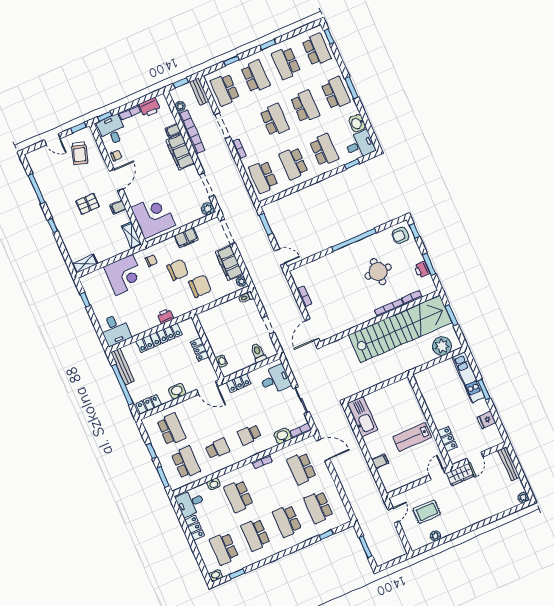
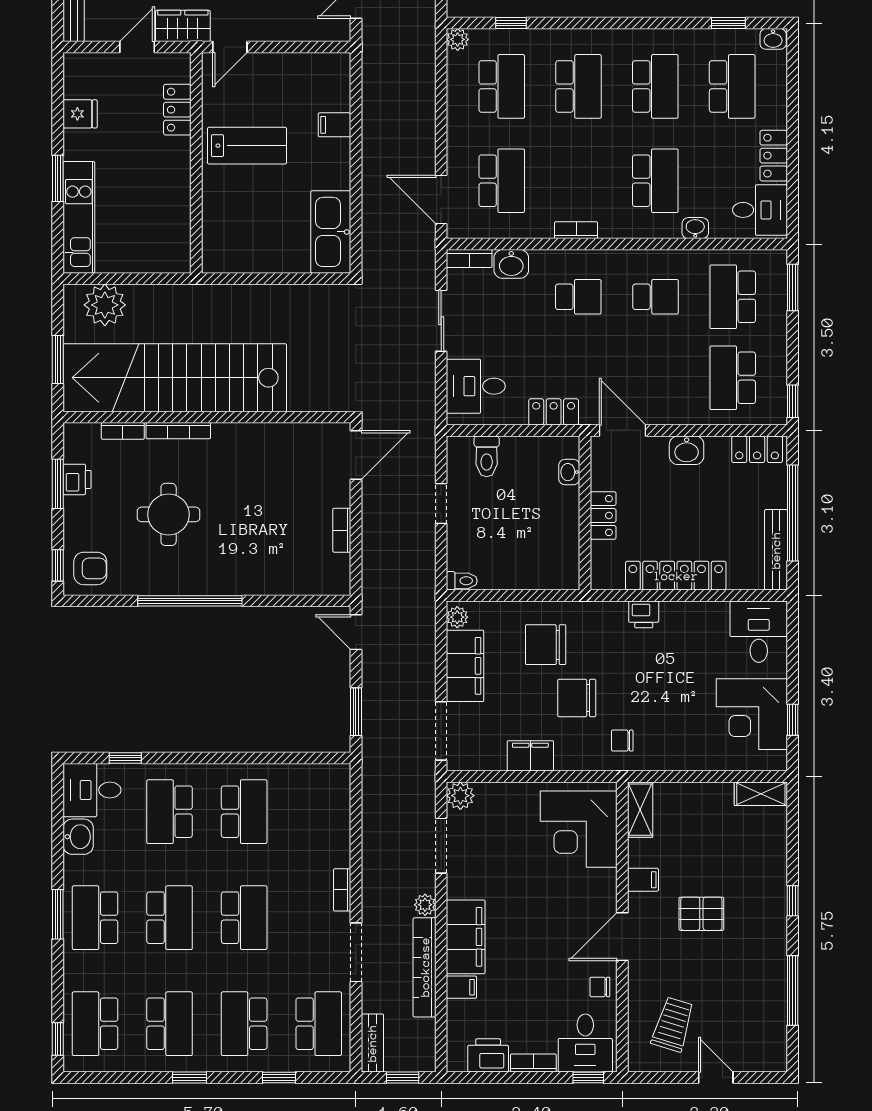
plant: (180, 106) -> (425, 905), moved
school desk: (305, 106) -> (170, 918), turned 180
school desk: (274, 120) -> (244, 918), turned 180
window: (79, 128) -> (652, 1077), removed
school desk: (263, 177) -> (319, 812), removed
corner desk: (124, 275) -> (752, 714), moved, turned -90
school desk: (218, 449) -> (656, 297), turned 180
window: (152, 451) -> (793, 401), moved
plant: (345, 518) -> (458, 39), added

